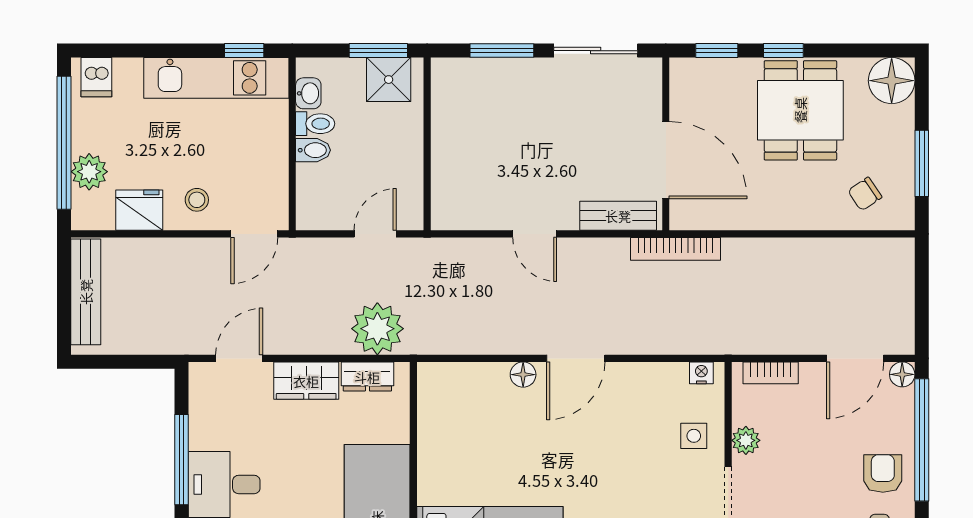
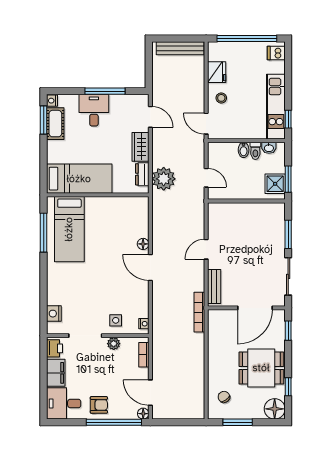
window: (783, 51) -> (288, 387), moved
door: (666, 160) -> (255, 308), moved
plant: (89, 172) -> (234, 50), removed

